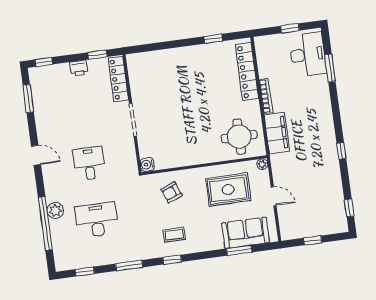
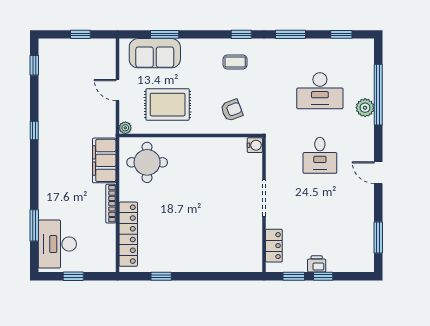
window: (44, 62) -> (323, 276), moved
locker: (118, 79) -> (274, 246), width x0.66

